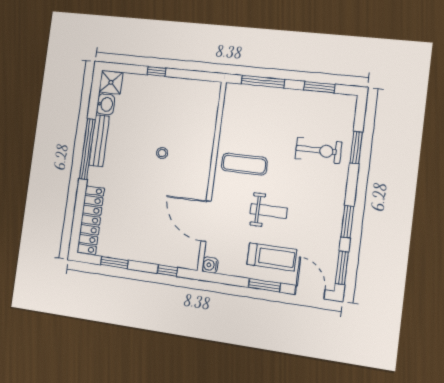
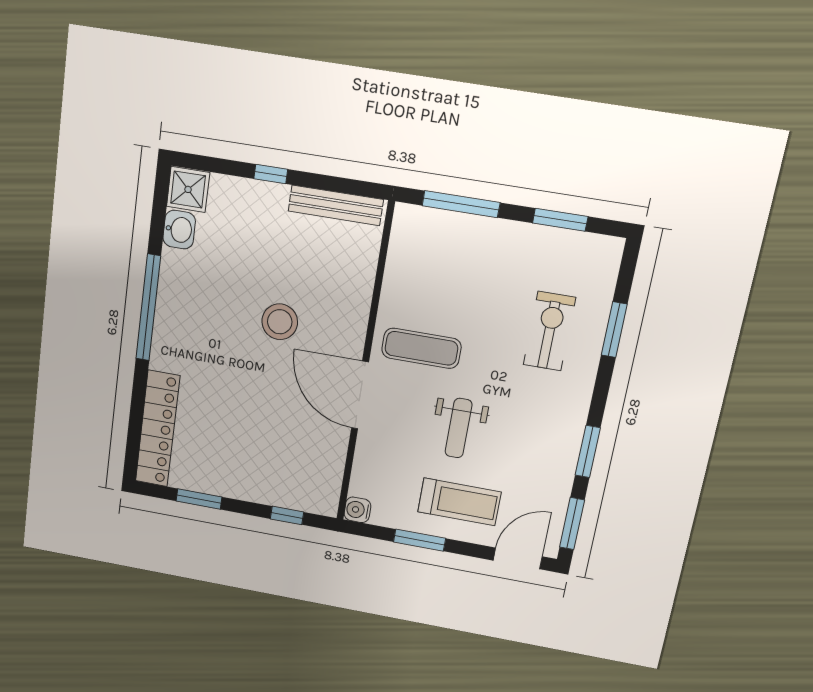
bench: (99, 141) -> (336, 205), moved, turned 90
exercise bike: (318, 150) -> (549, 331), turned -90
stool: (162, 153) -> (280, 322), width x1.89, depth x1.89
weight bench: (269, 211) -> (459, 428), turned 90
door: (206, 221) -> (360, 395), moved
window: (264, 285) -> (420, 540), moved
door: (310, 292) -> (518, 558), hinge flipped

